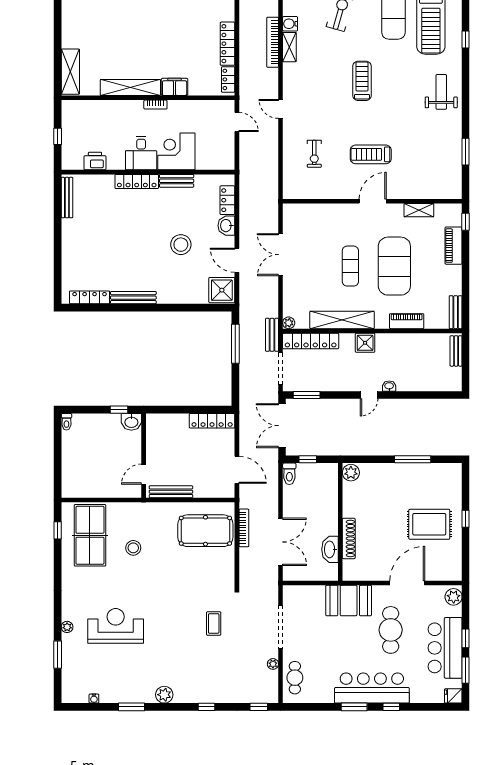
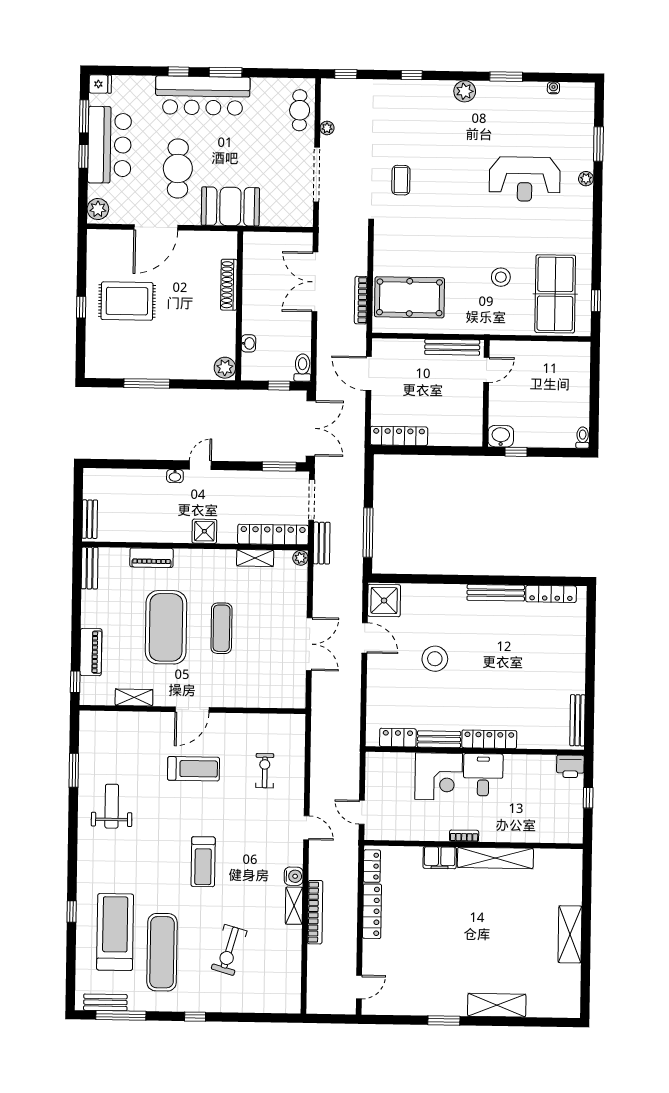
water cooler: (290, 24) -> (294, 876), moved
shelving: (70, 72) -> (570, 934), moved
weight bench: (441, 92) -> (112, 806), moved, turned 180
printer: (95, 161) -> (570, 766), moved
locker: (227, 200) -> (398, 738), moved, turned -90
washbasin: (226, 226) -> (377, 682), removed
shelving: (342, 320) -> (255, 558), width x0.45, depth x0.75
washbasin: (330, 549) -> (248, 343), moved, width x0.52, depth x0.69

